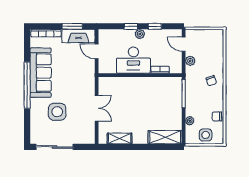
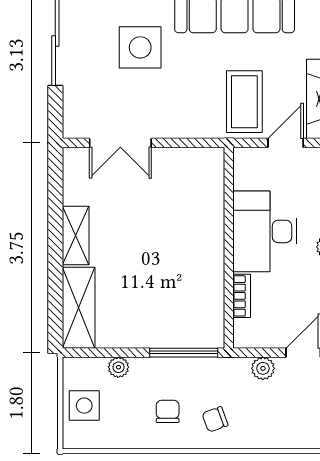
coffee table: (80, 69) -> (244, 102), added
double door: (97, 108) -> (120, 143), moved
chair: (217, 116) -> (168, 411), moved
shelving: (120, 138) -> (76, 235), moved

